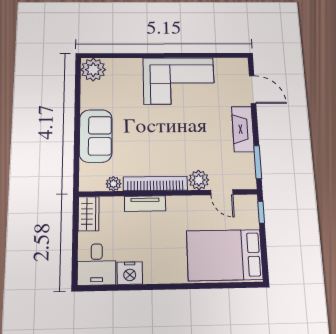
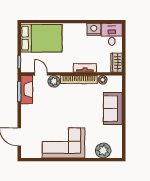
plant: (93, 70) -> (103, 151), moved
fireplace: (243, 129) -> (27, 90), moved

